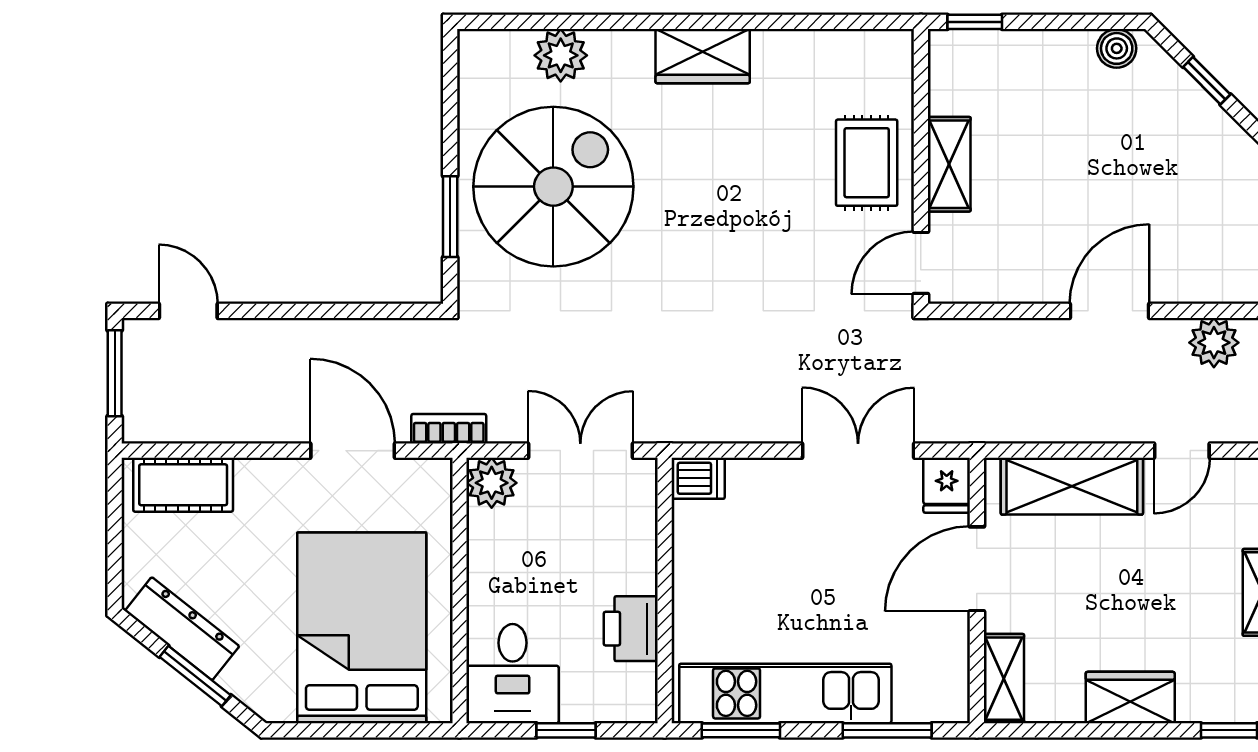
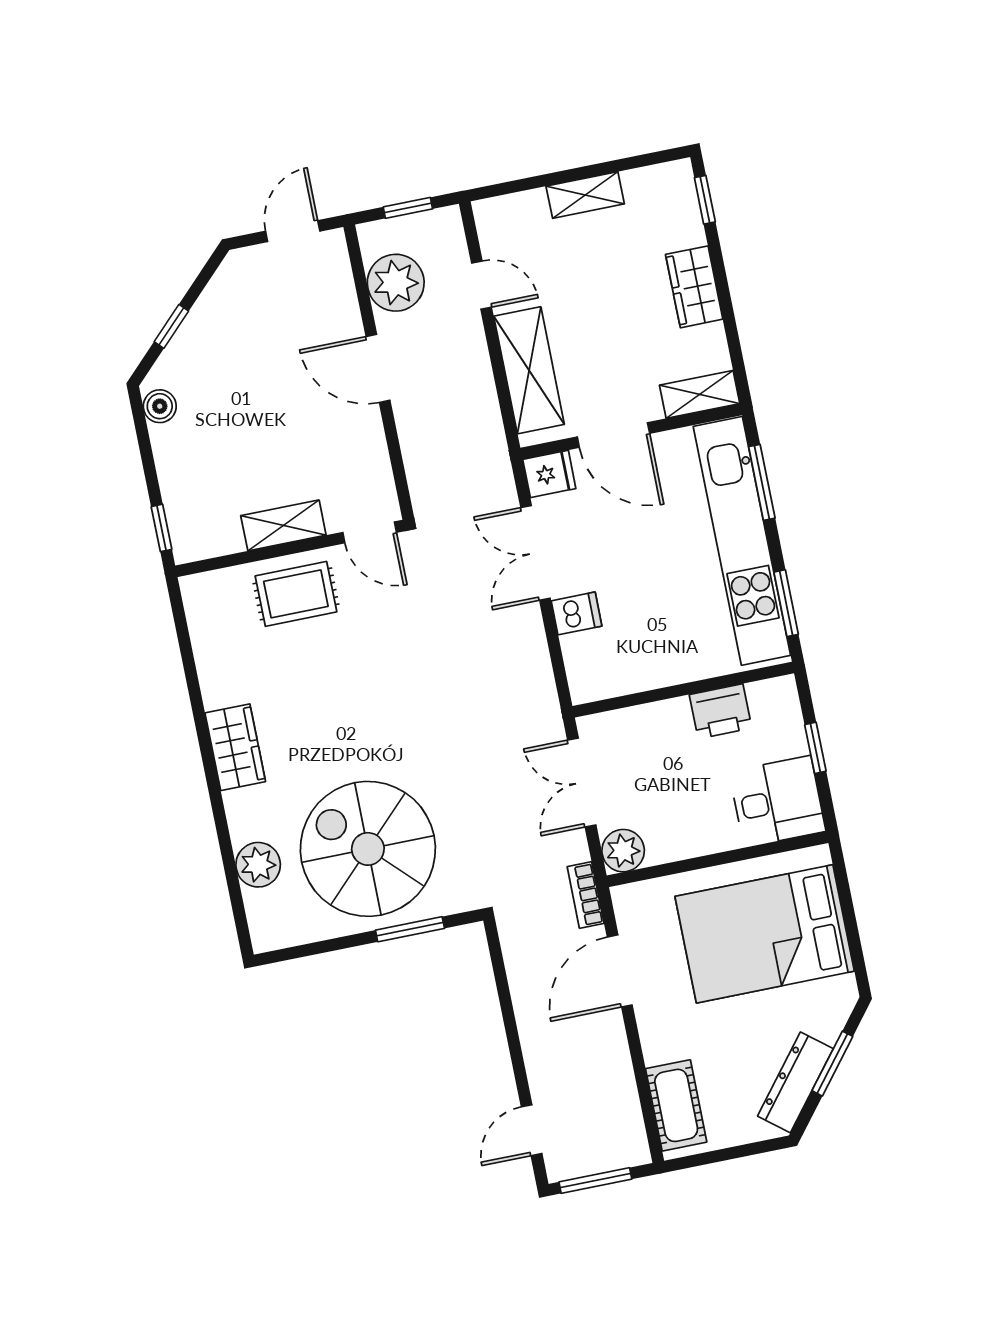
plant: (1214, 343) -> (396, 283), width x1.36, depth x1.36
dishwasher: (698, 478) -> (577, 613), moved, turned 90
kitchen unit: (785, 693) -> (742, 541), width x1.36

